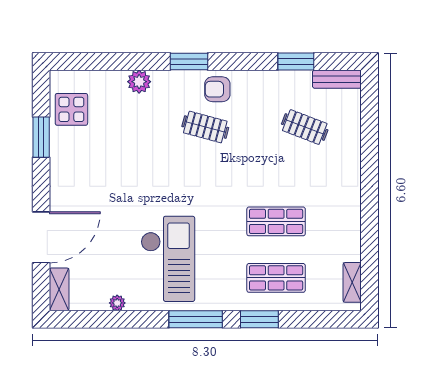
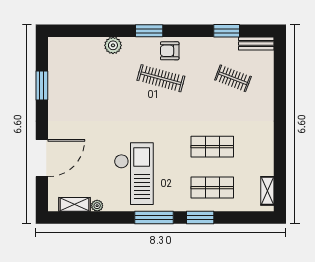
display table: (71, 109) -> (64, 65), removed
clothes rail: (205, 127) -> (161, 78), width x1.36
shelving: (59, 289) -> (74, 204), moved, turned 90

